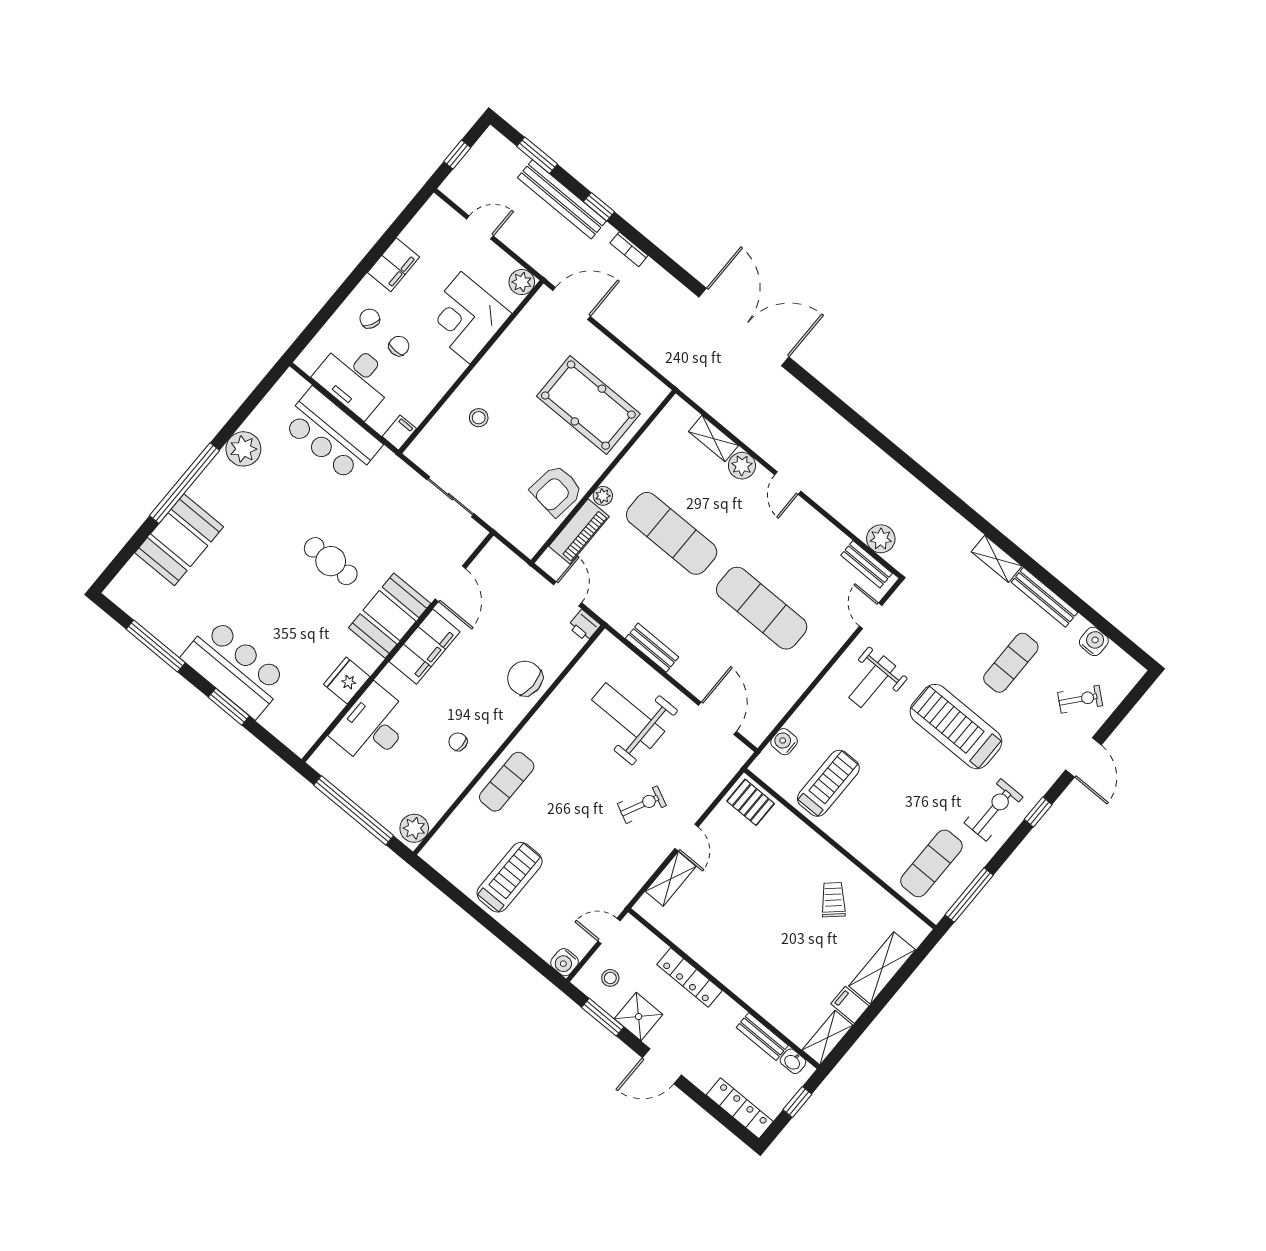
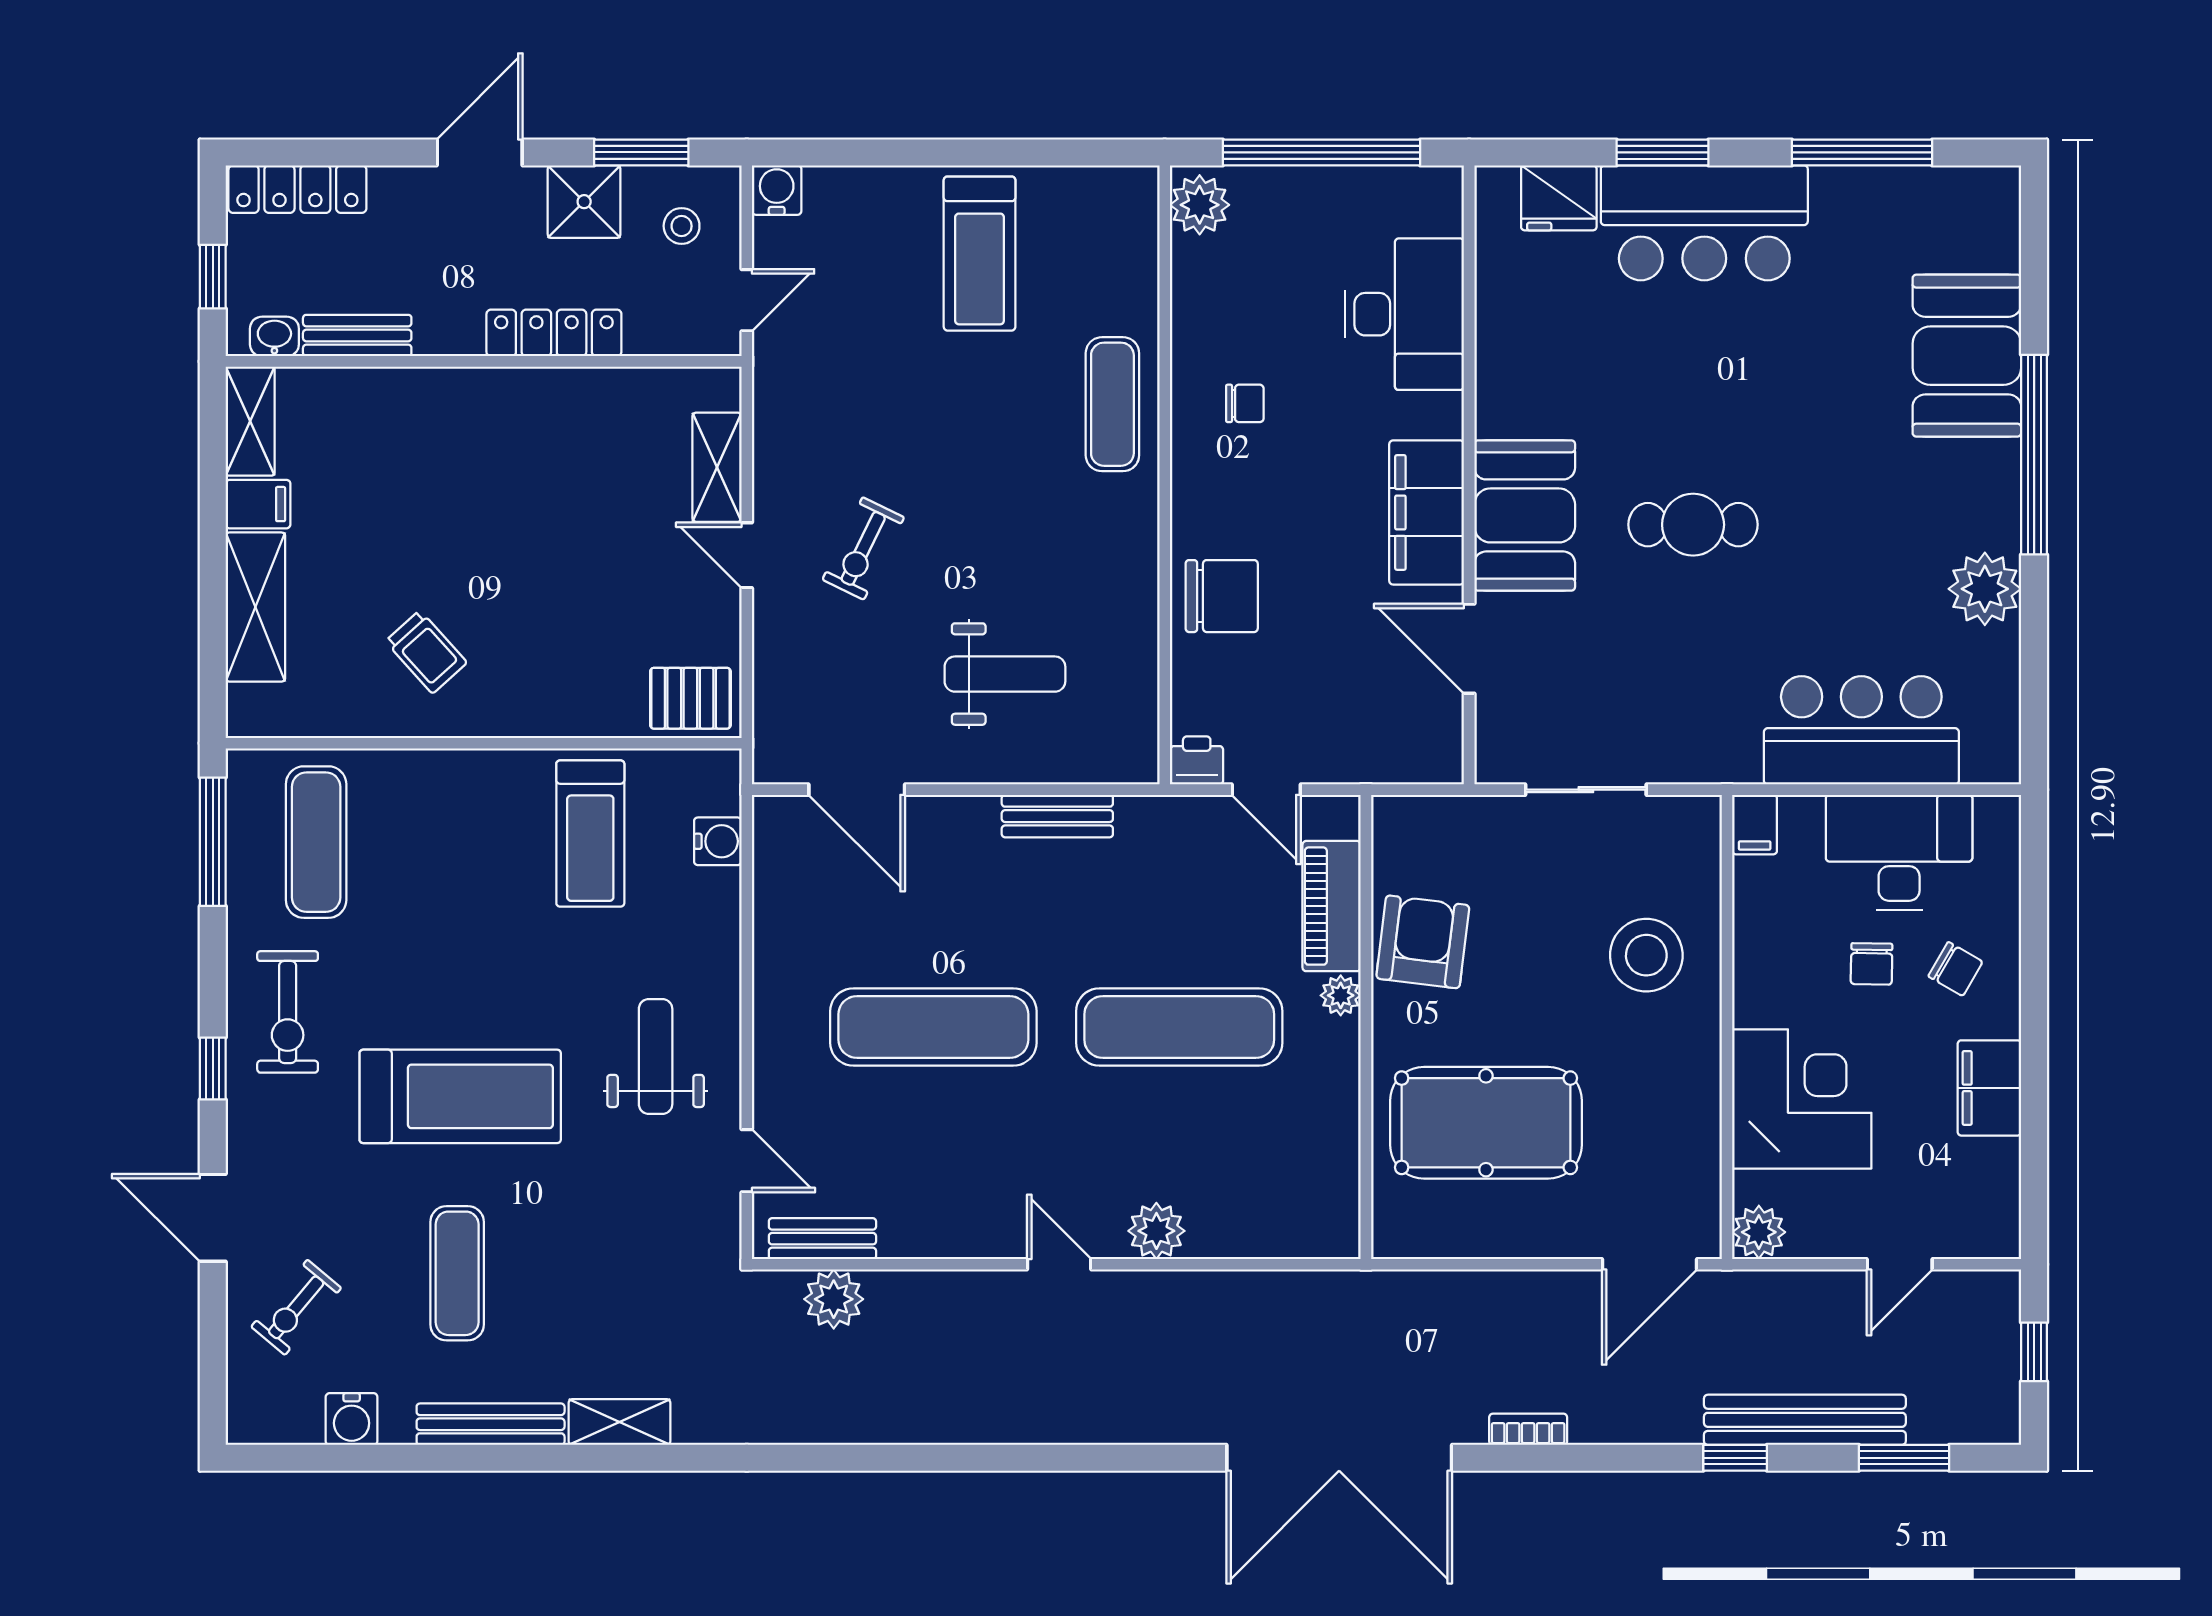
bookcase: (629, 249) -> (1528, 1429), moved
stool: (479, 418) -> (1646, 955), width x1.89, depth x1.89
shelving: (714, 438) -> (1239, 1237), removed
fridge: (347, 681) -> (1559, 198), moved, turned 90
weight bench: (628, 716) -> (1005, 674), width x0.73, depth x0.75

